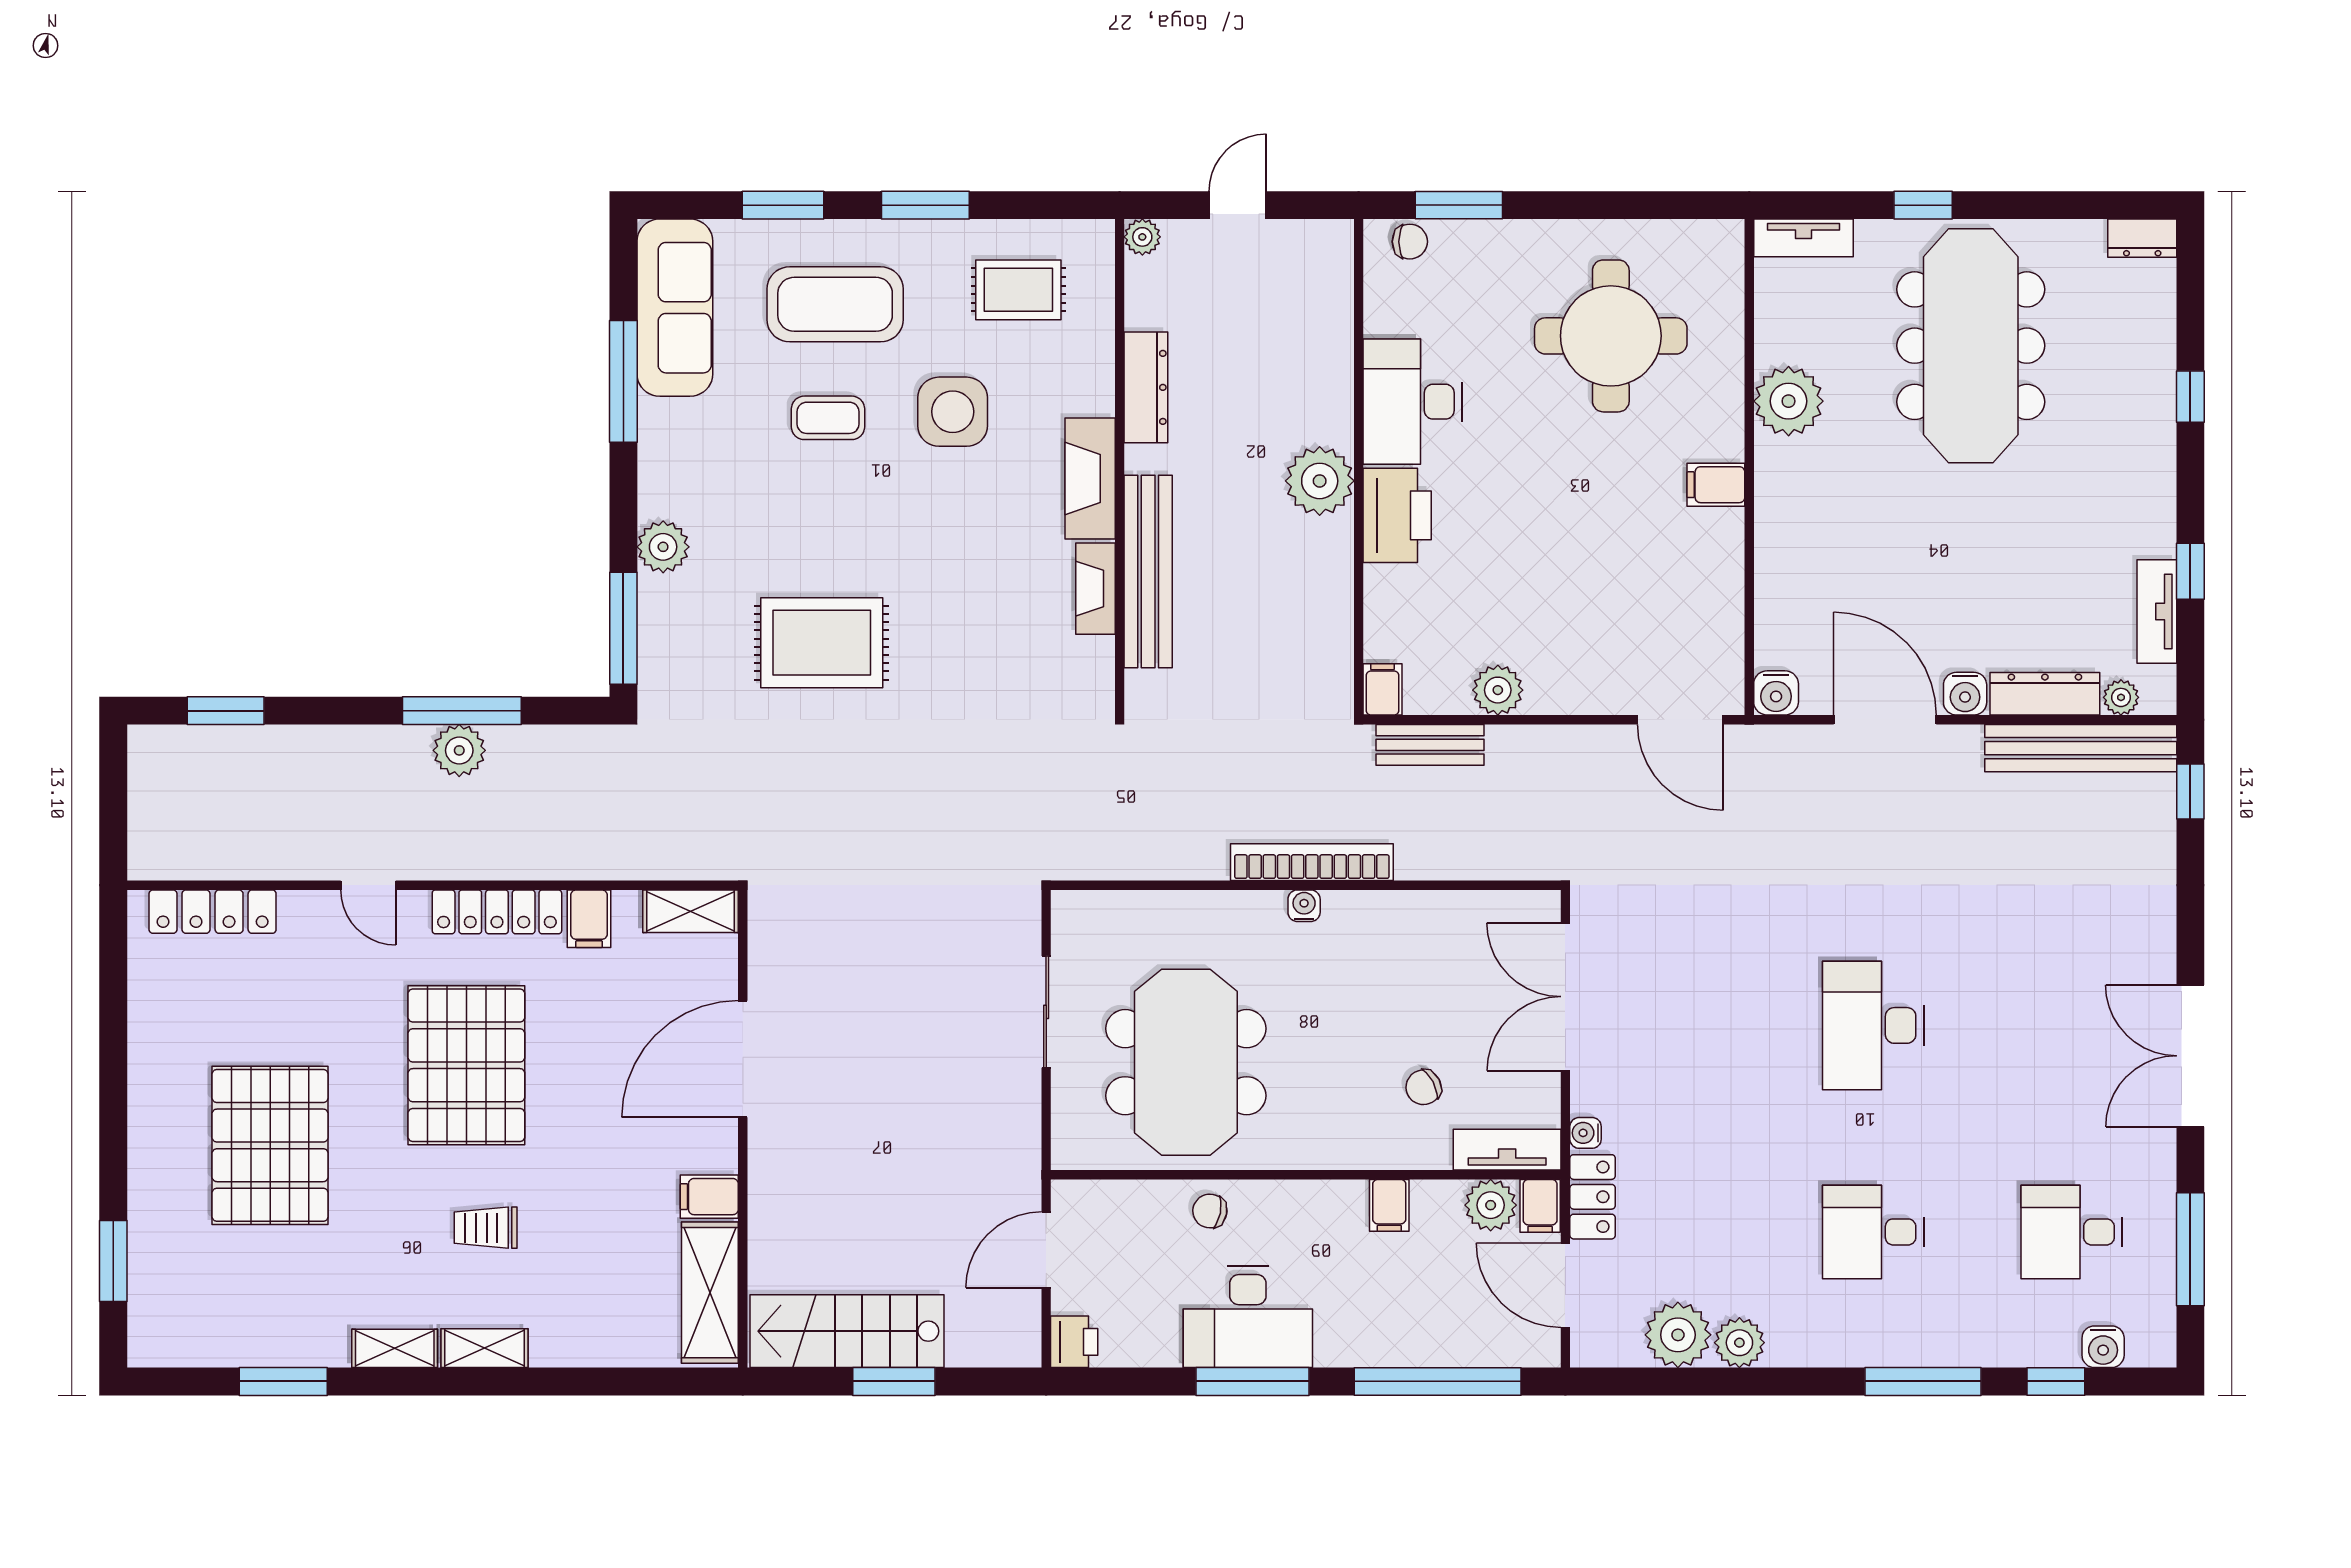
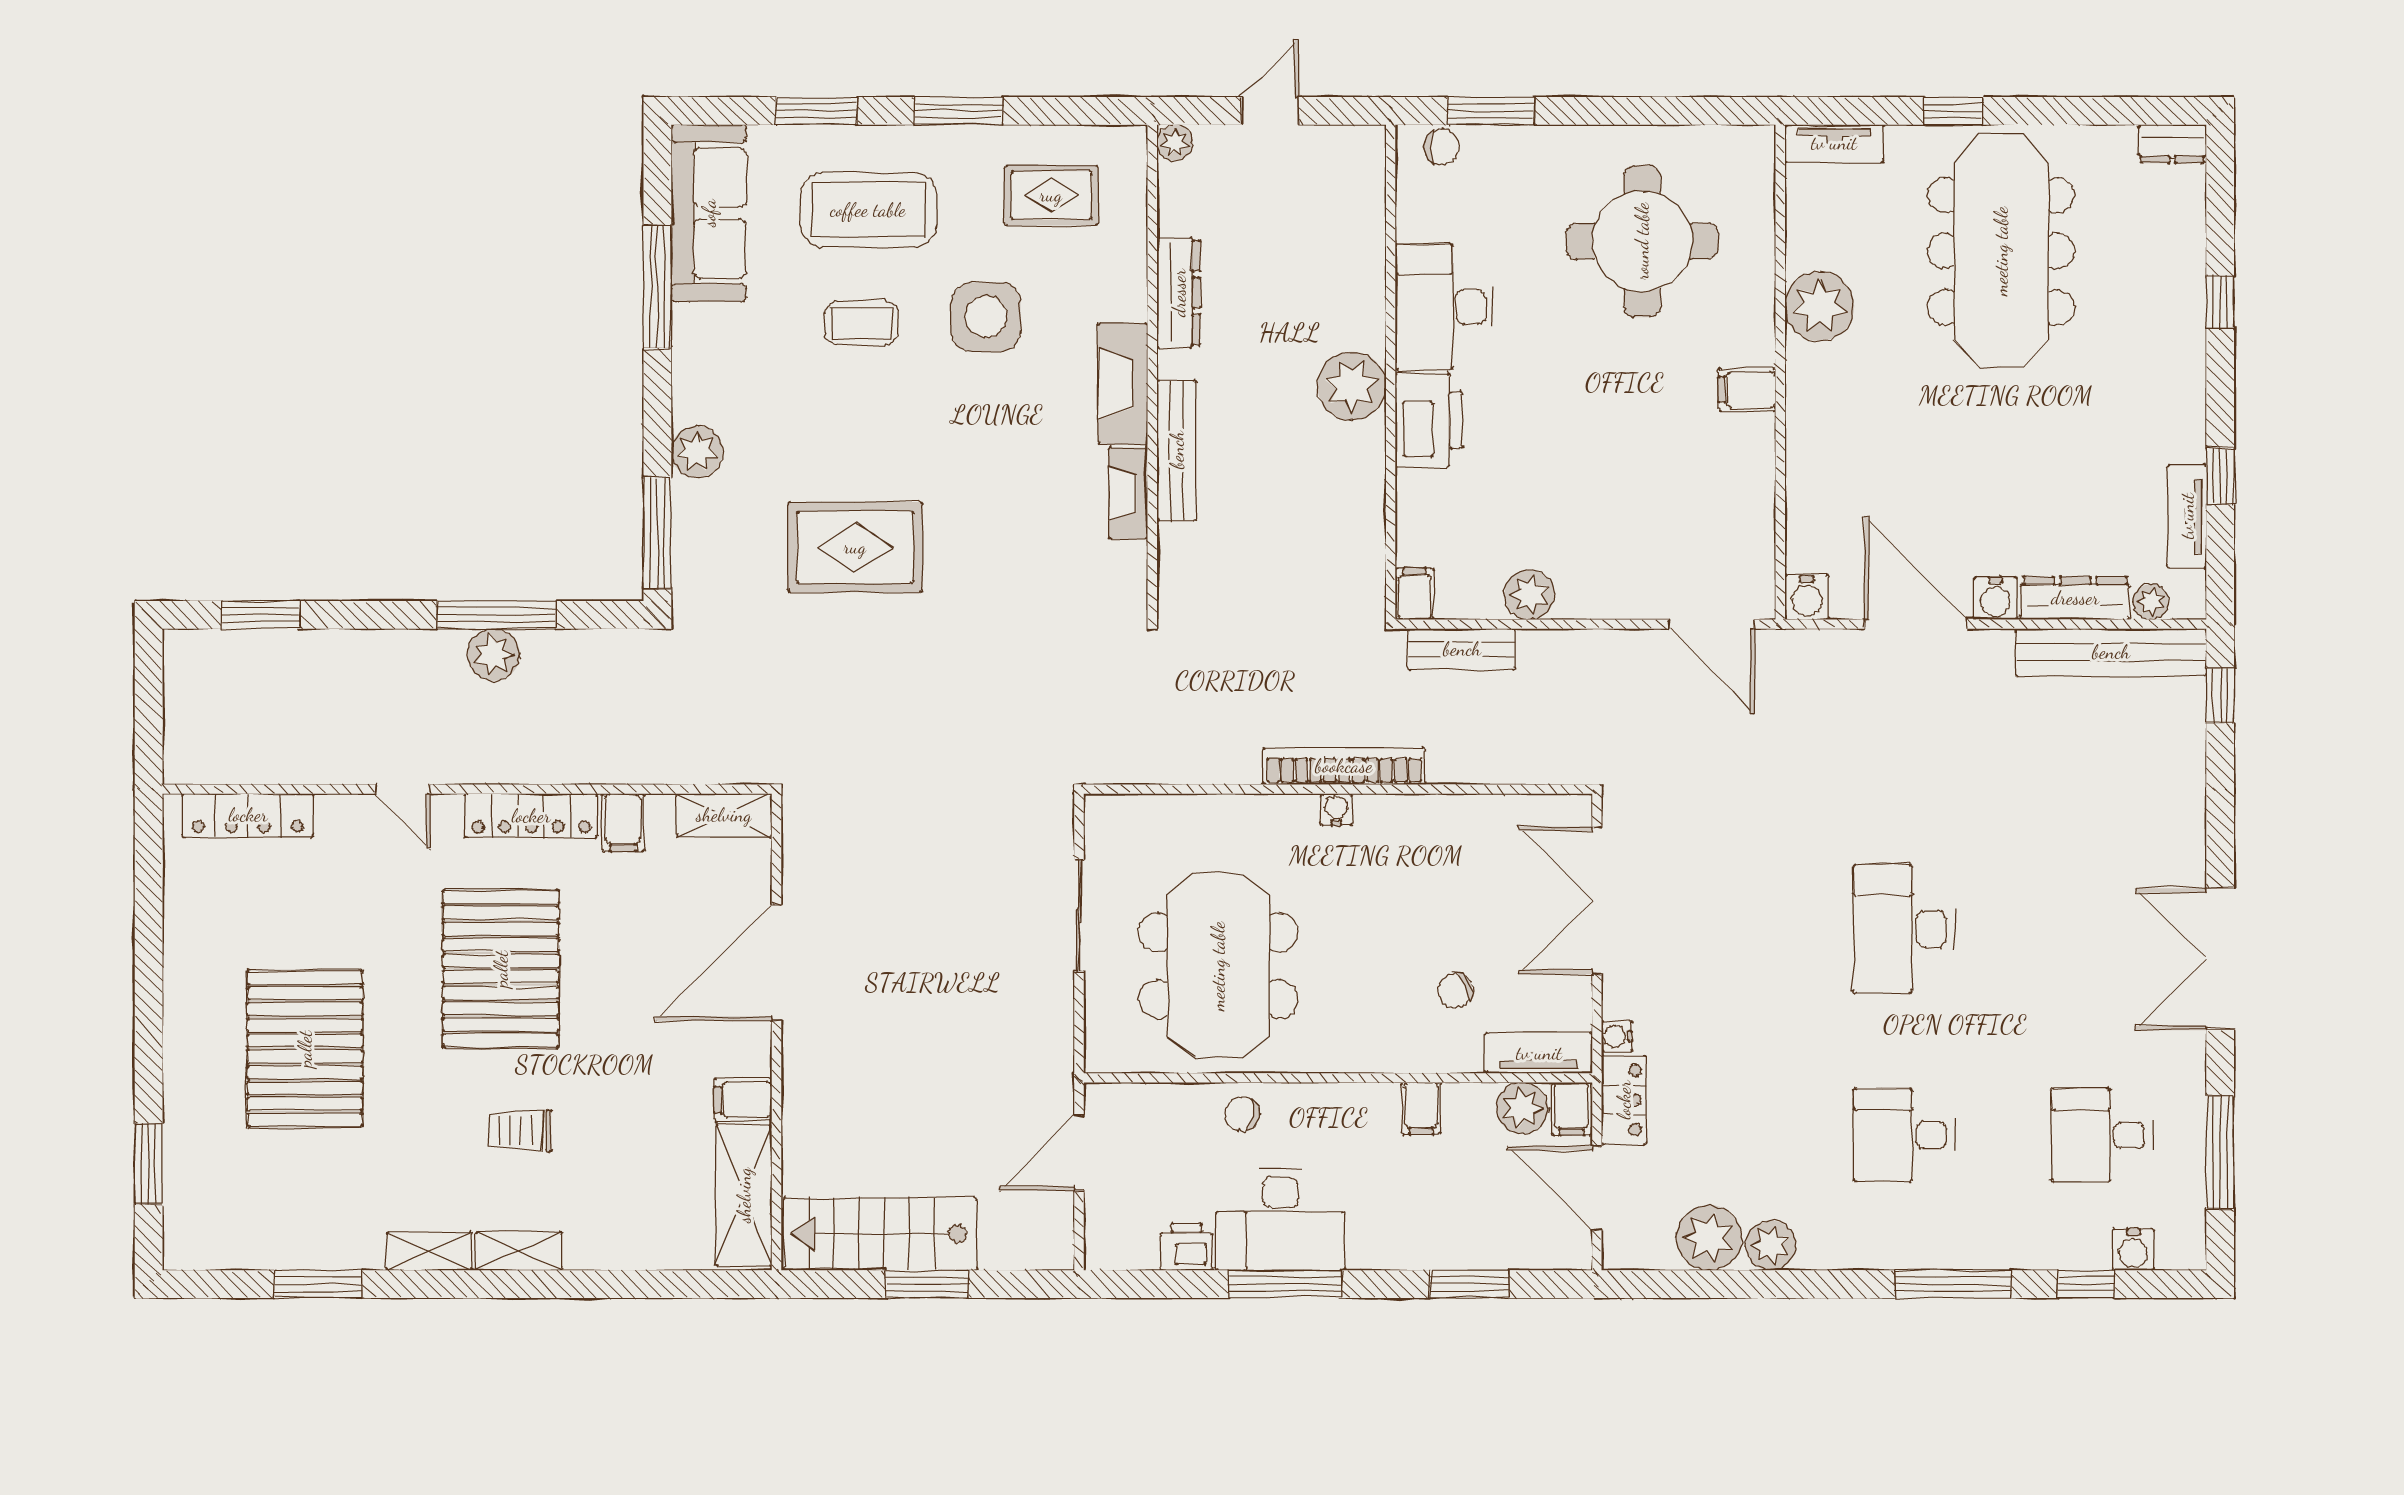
bench: (1148, 571) -> (1177, 450), width x0.73, depth x0.82
printer: (1074, 1342) -> (1186, 1247), moved, turned -90
window: (1438, 1381) -> (1469, 1284), width x0.47

